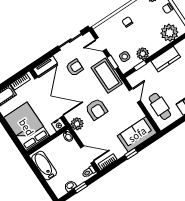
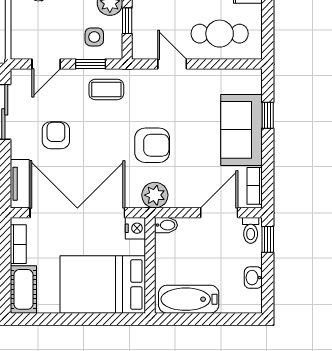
coffee table: (107, 76) -> (106, 89), width x0.54, depth x0.58
sofa: (137, 134) -> (241, 130), moved
window: (131, 154) -> (268, 115), moved
window: (81, 187) -> (268, 239), moved

